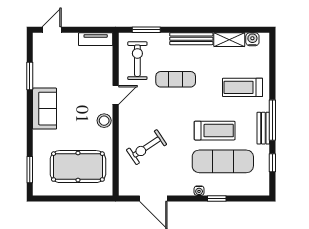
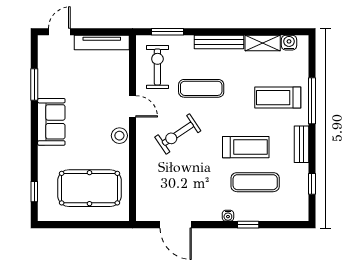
tv unit: (96, 39) -> (102, 43), width x1.41
door: (116, 95) -> (133, 106), hinge flipped
window: (272, 120) -> (312, 101), moved
exercise bike: (147, 147) -> (178, 134), moved
exercise mat: (223, 161) -> (255, 182), width x0.73, depth x0.69
window: (30, 170) -> (34, 192), width x0.67

